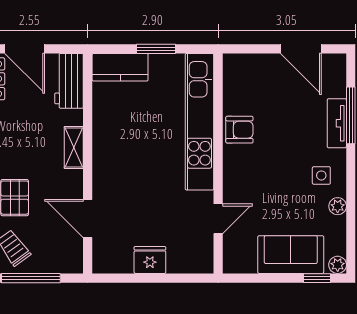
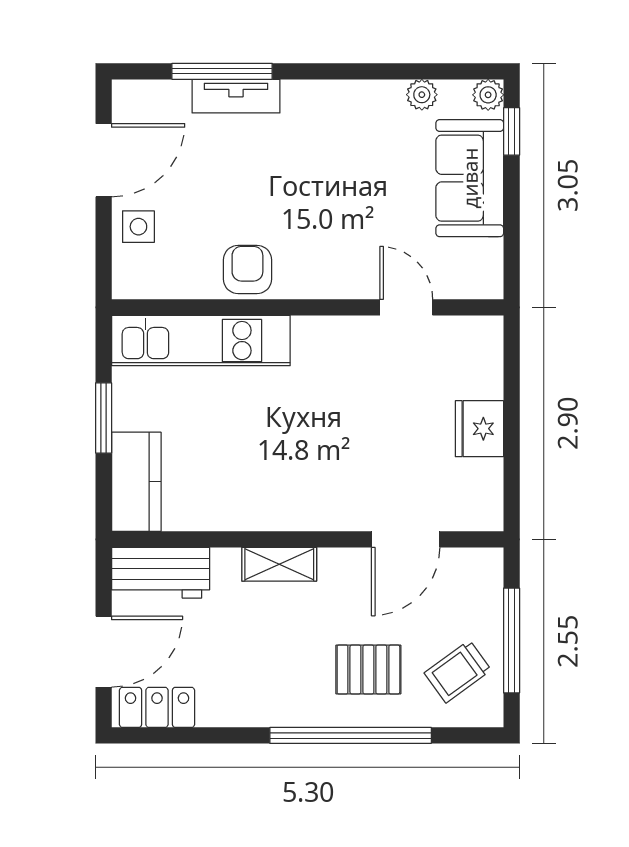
kitchen unit: (199, 122) -> (201, 341), width x0.73
side table: (321, 175) -> (138, 227), moved
plant: (338, 206) -> (422, 95), moved

